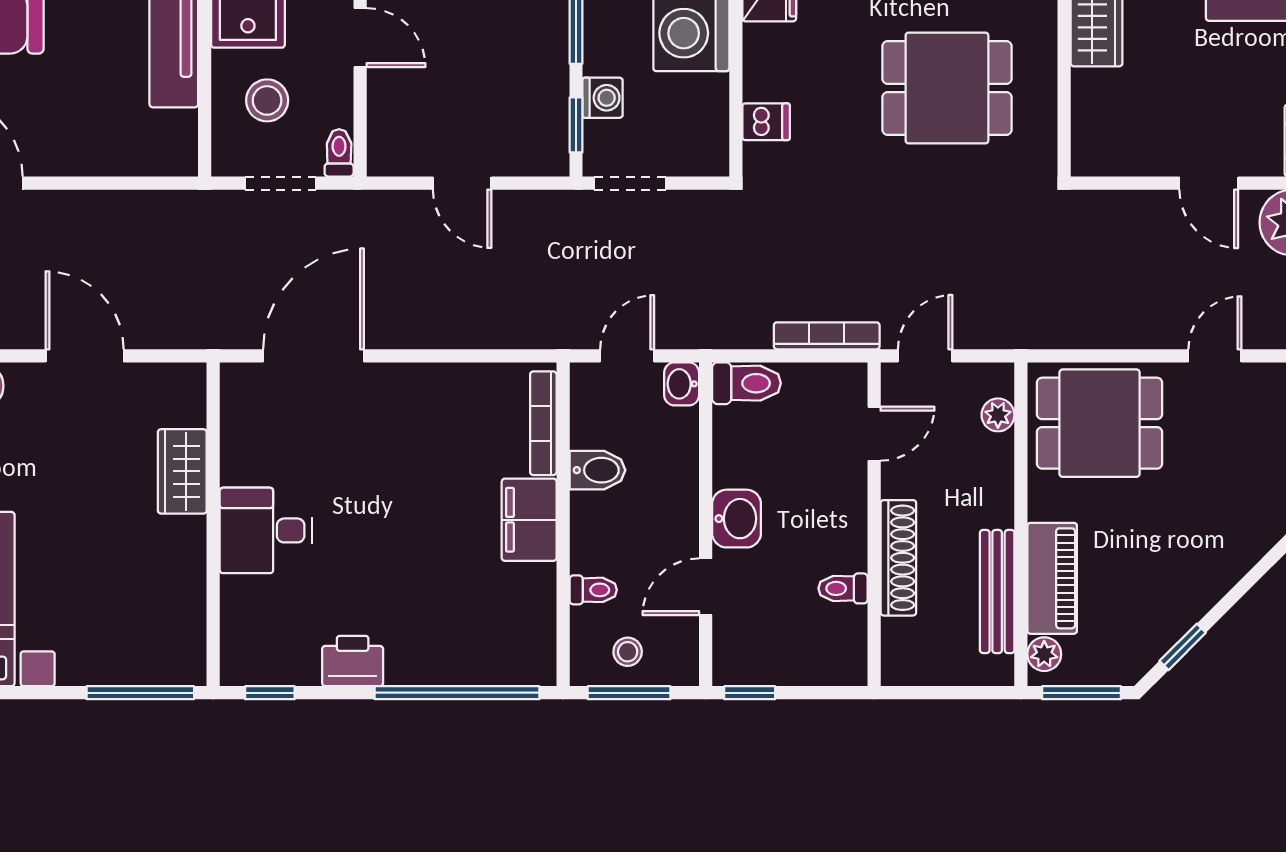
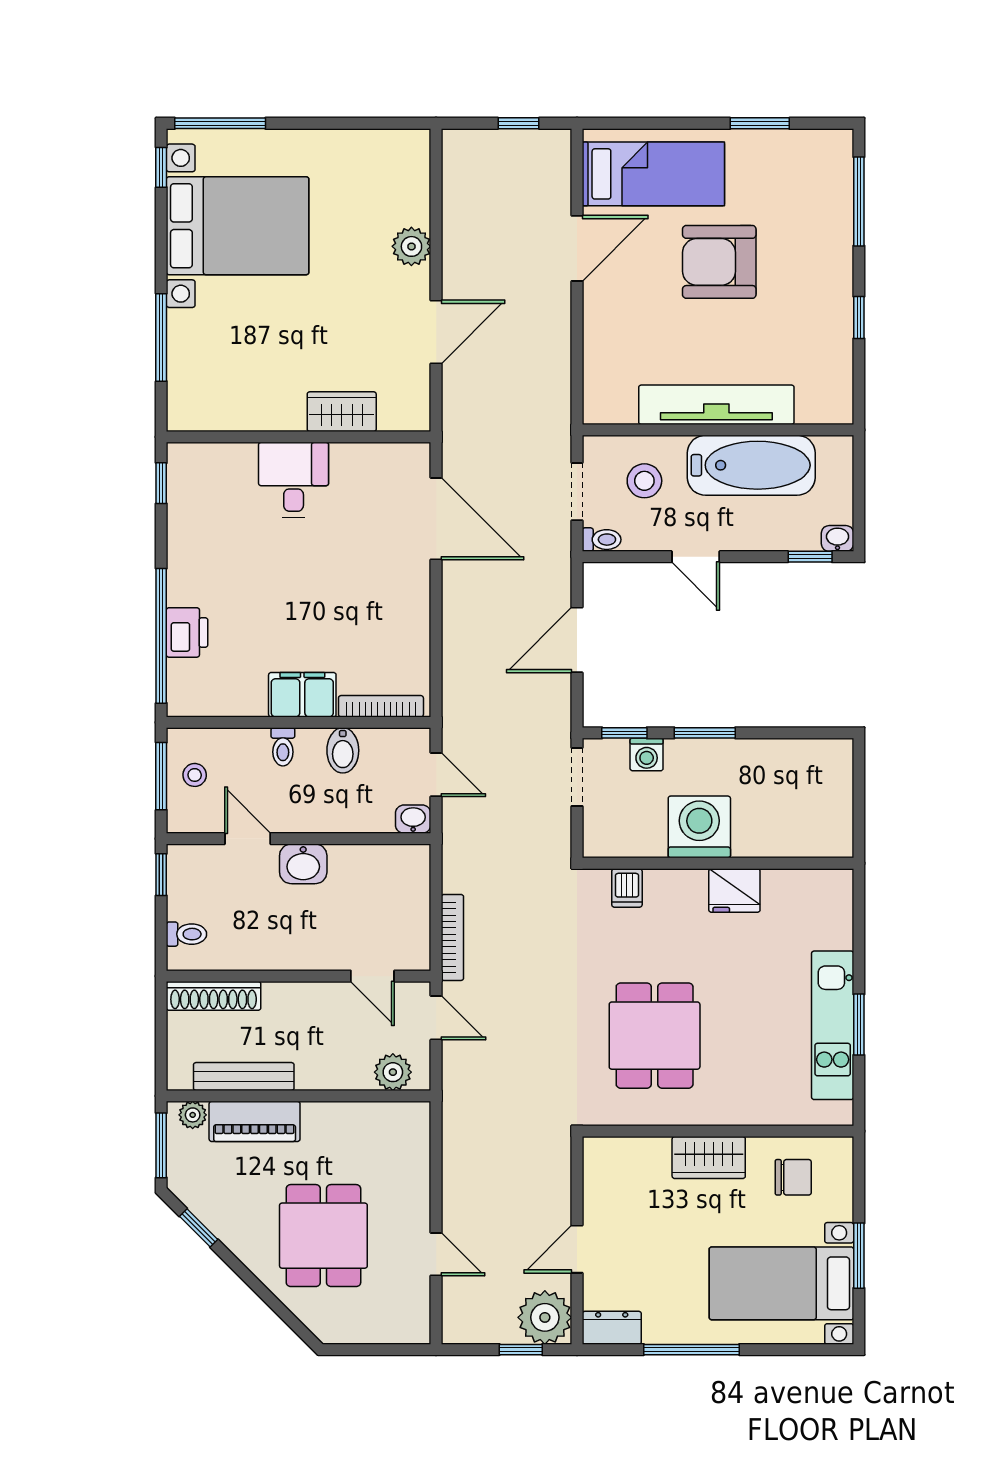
door: (360, 38) -> (696, 557), hinge flipped
door: (462, 183) -> (577, 640), width x1.38
toilet: (746, 383) -> (414, 872), removed
plant: (998, 415) -> (393, 1072), width x1.38, depth x1.38
dining table: (1100, 423) -> (323, 1236), moved
shoe rack: (898, 558) -> (214, 996), moved
toilet: (843, 588) -> (186, 934), moved, turned 90
toilet: (593, 590) -> (283, 747), moved
printer: (353, 661) -> (187, 632), moved
window: (140, 693) -> (161, 337), moved

